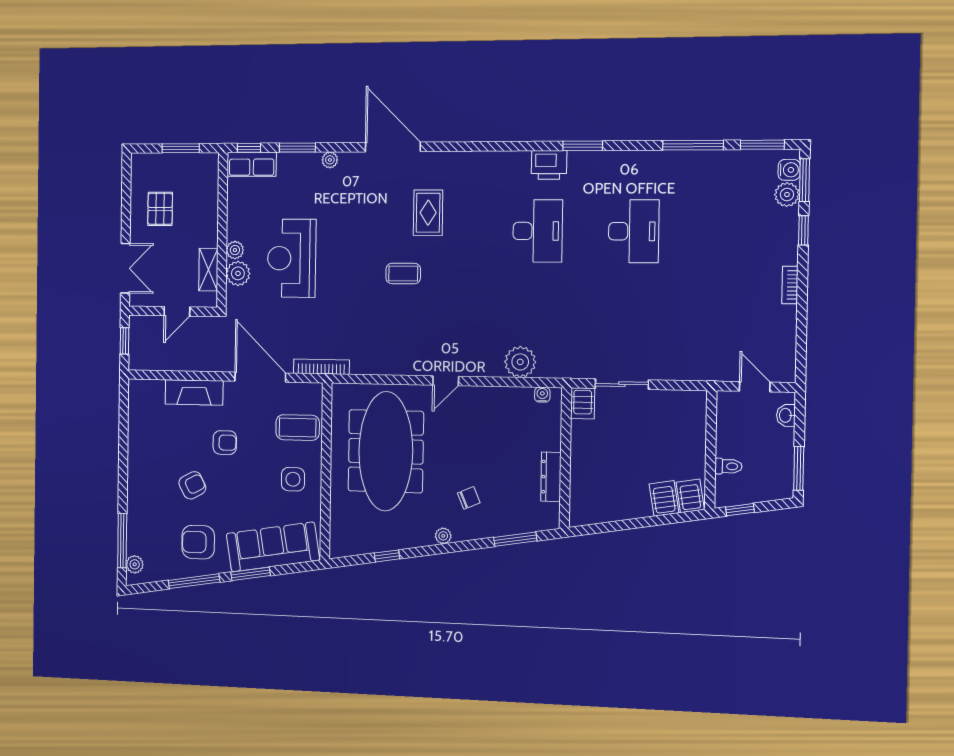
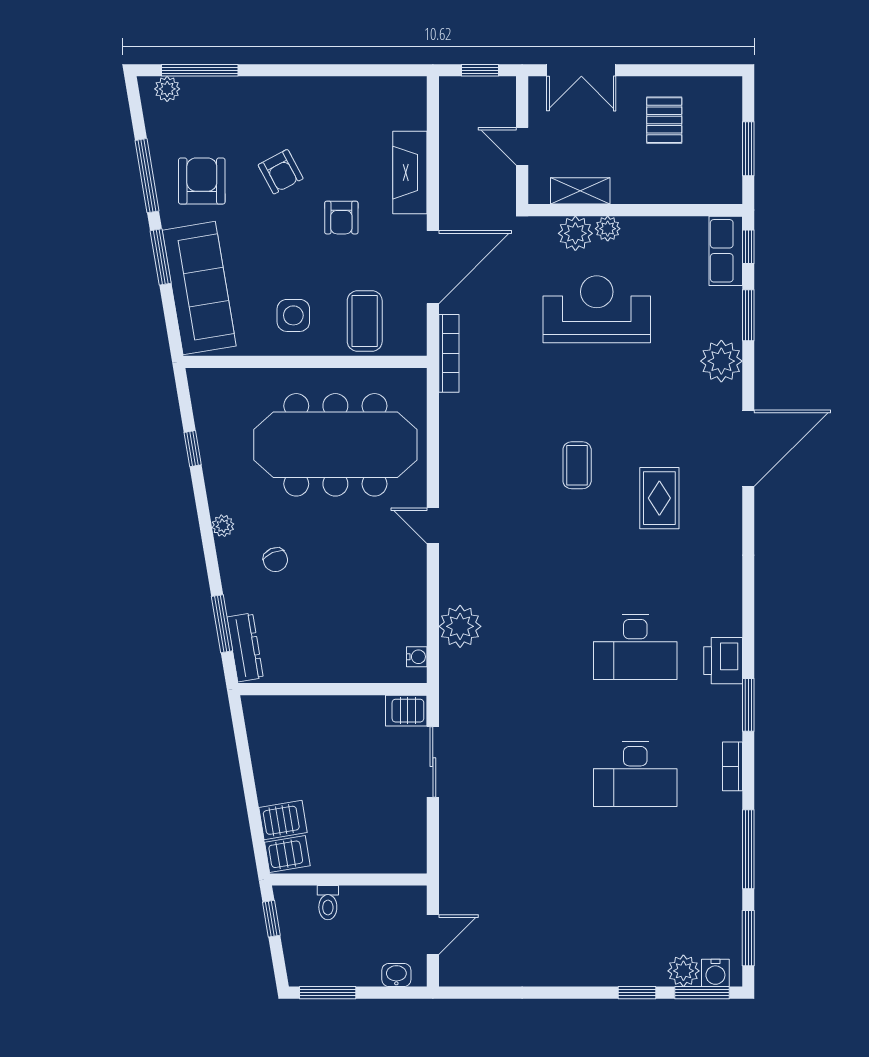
plant: (330, 160) -> (721, 361), width x1.88, depth x1.88
pallet: (160, 209) -> (664, 120), turned 90
rug: (428, 213) -> (659, 498), turned 90
bookcase: (790, 285) -> (732, 766), moved, turned -90
dresser: (551, 477) -> (245, 647), moved, turned 81

